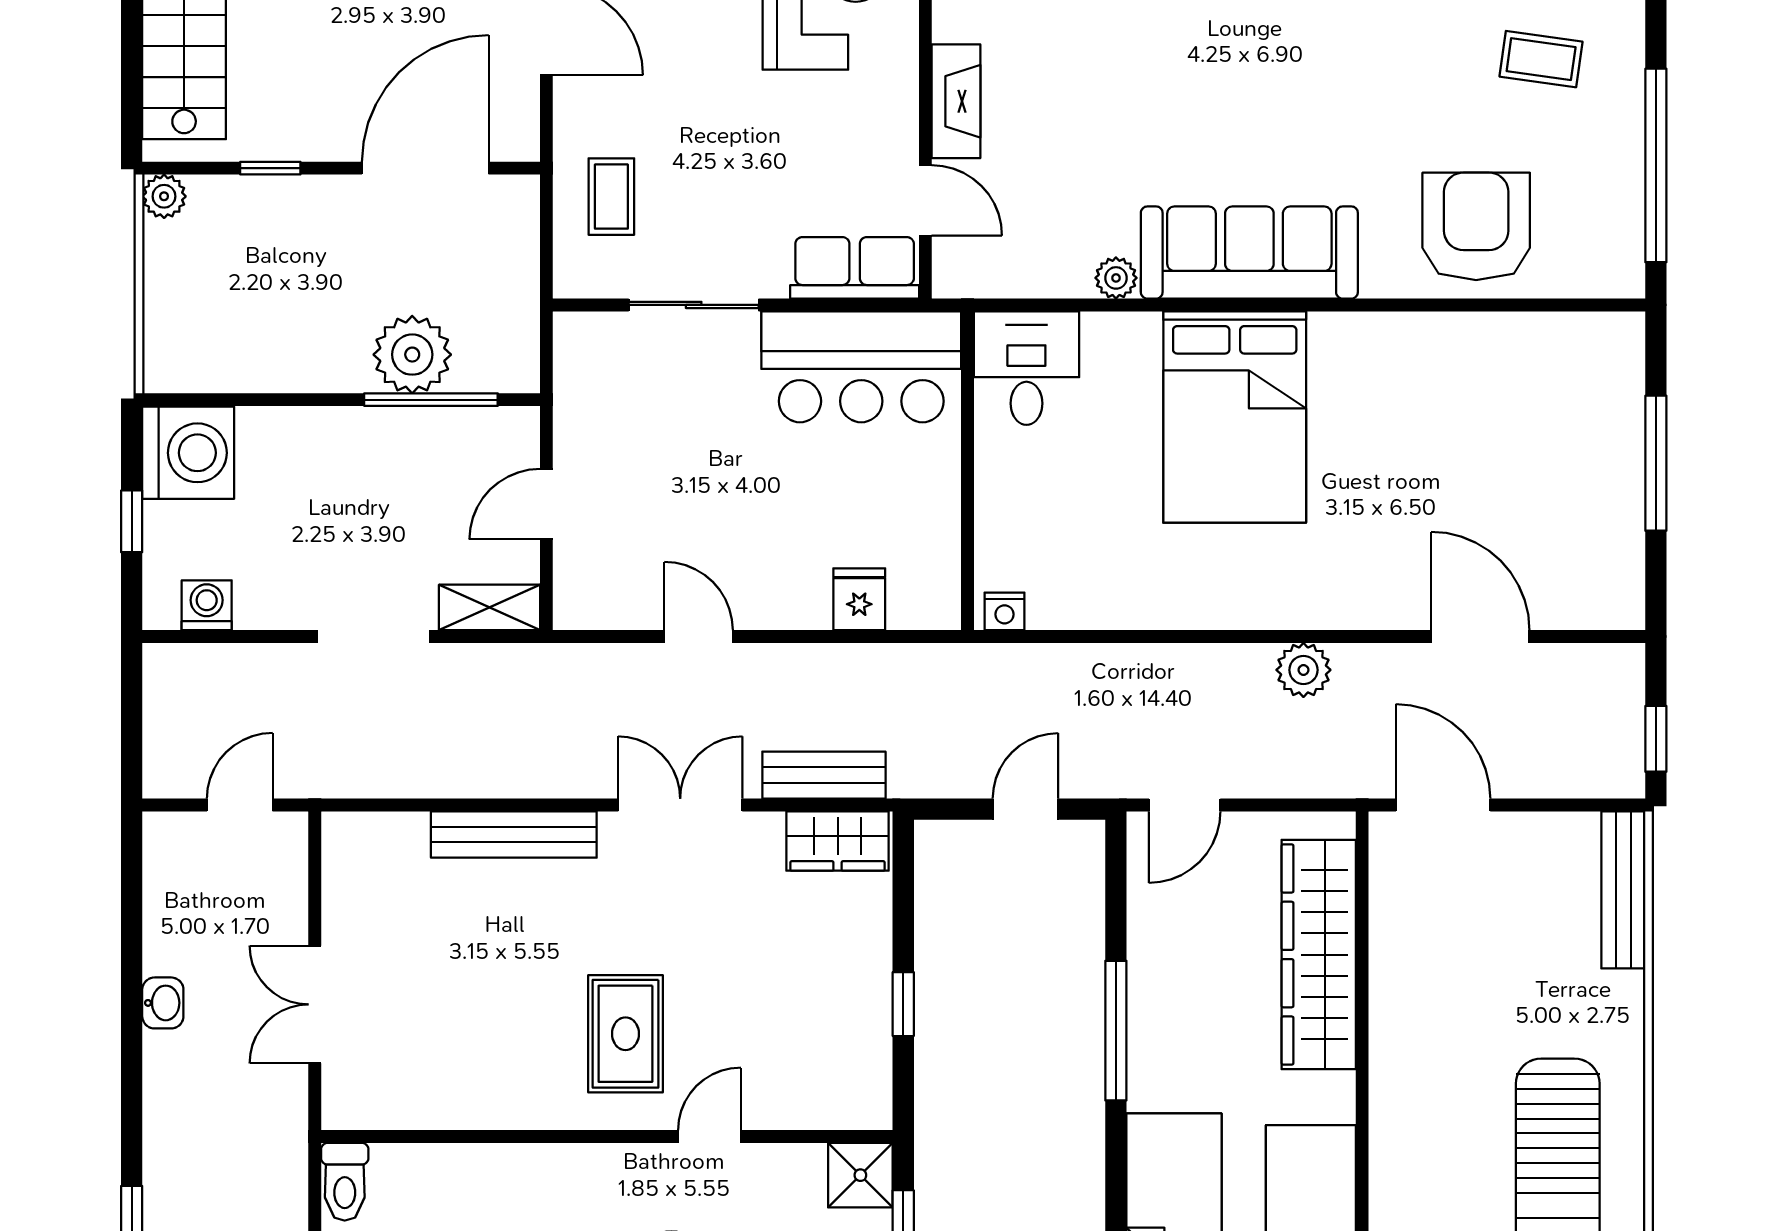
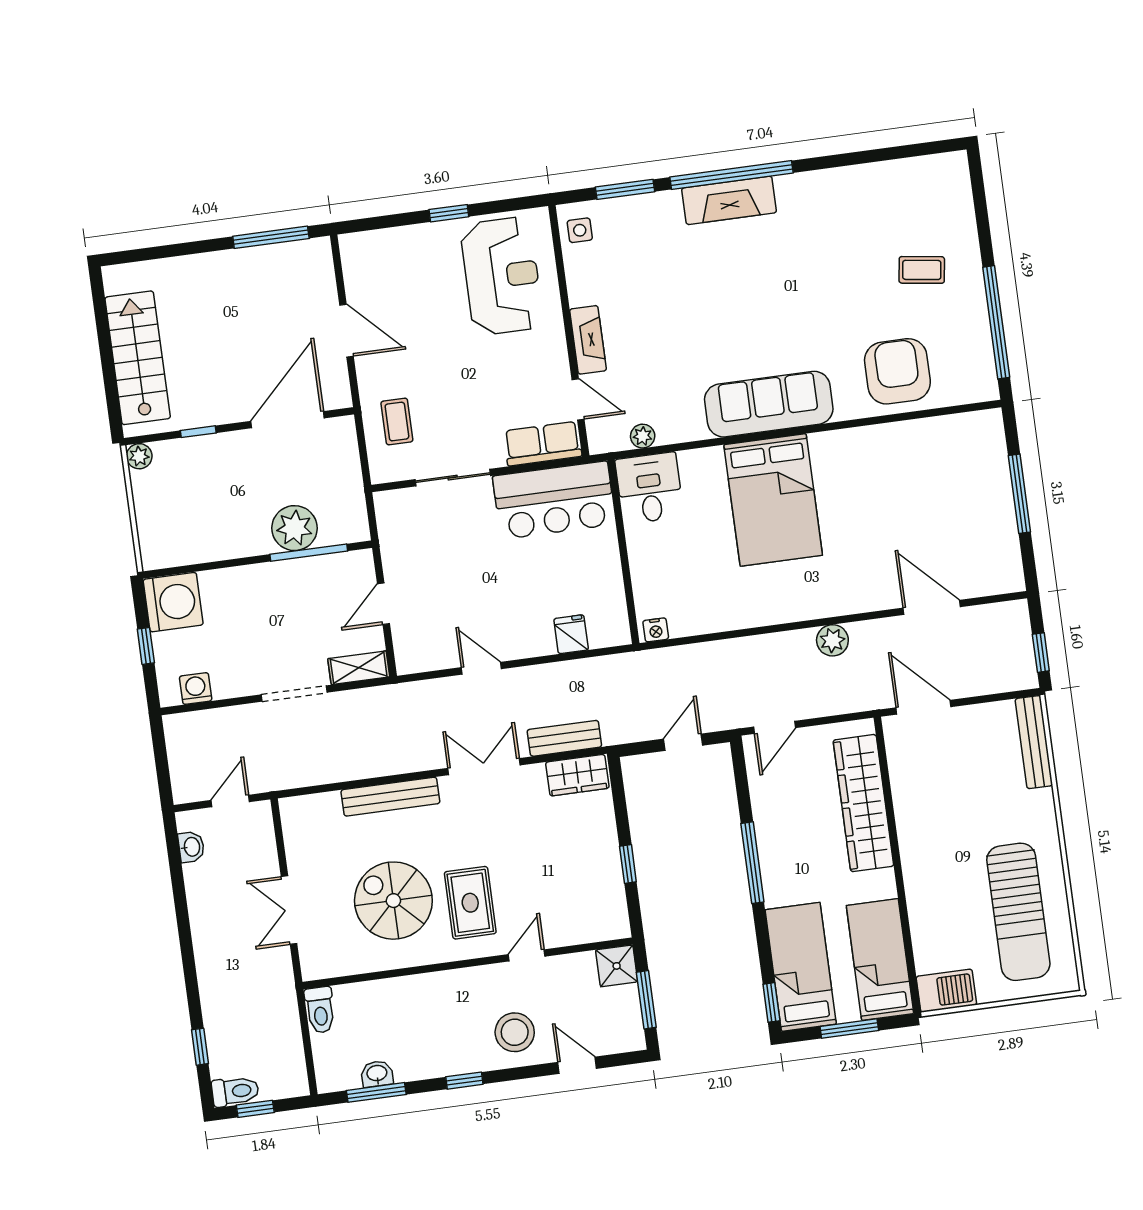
plant: (1116, 278) -> (643, 436), moved
washbasin: (163, 1003) -> (191, 847), moved
spiral stairs: (495, 1012) -> (393, 901), added

